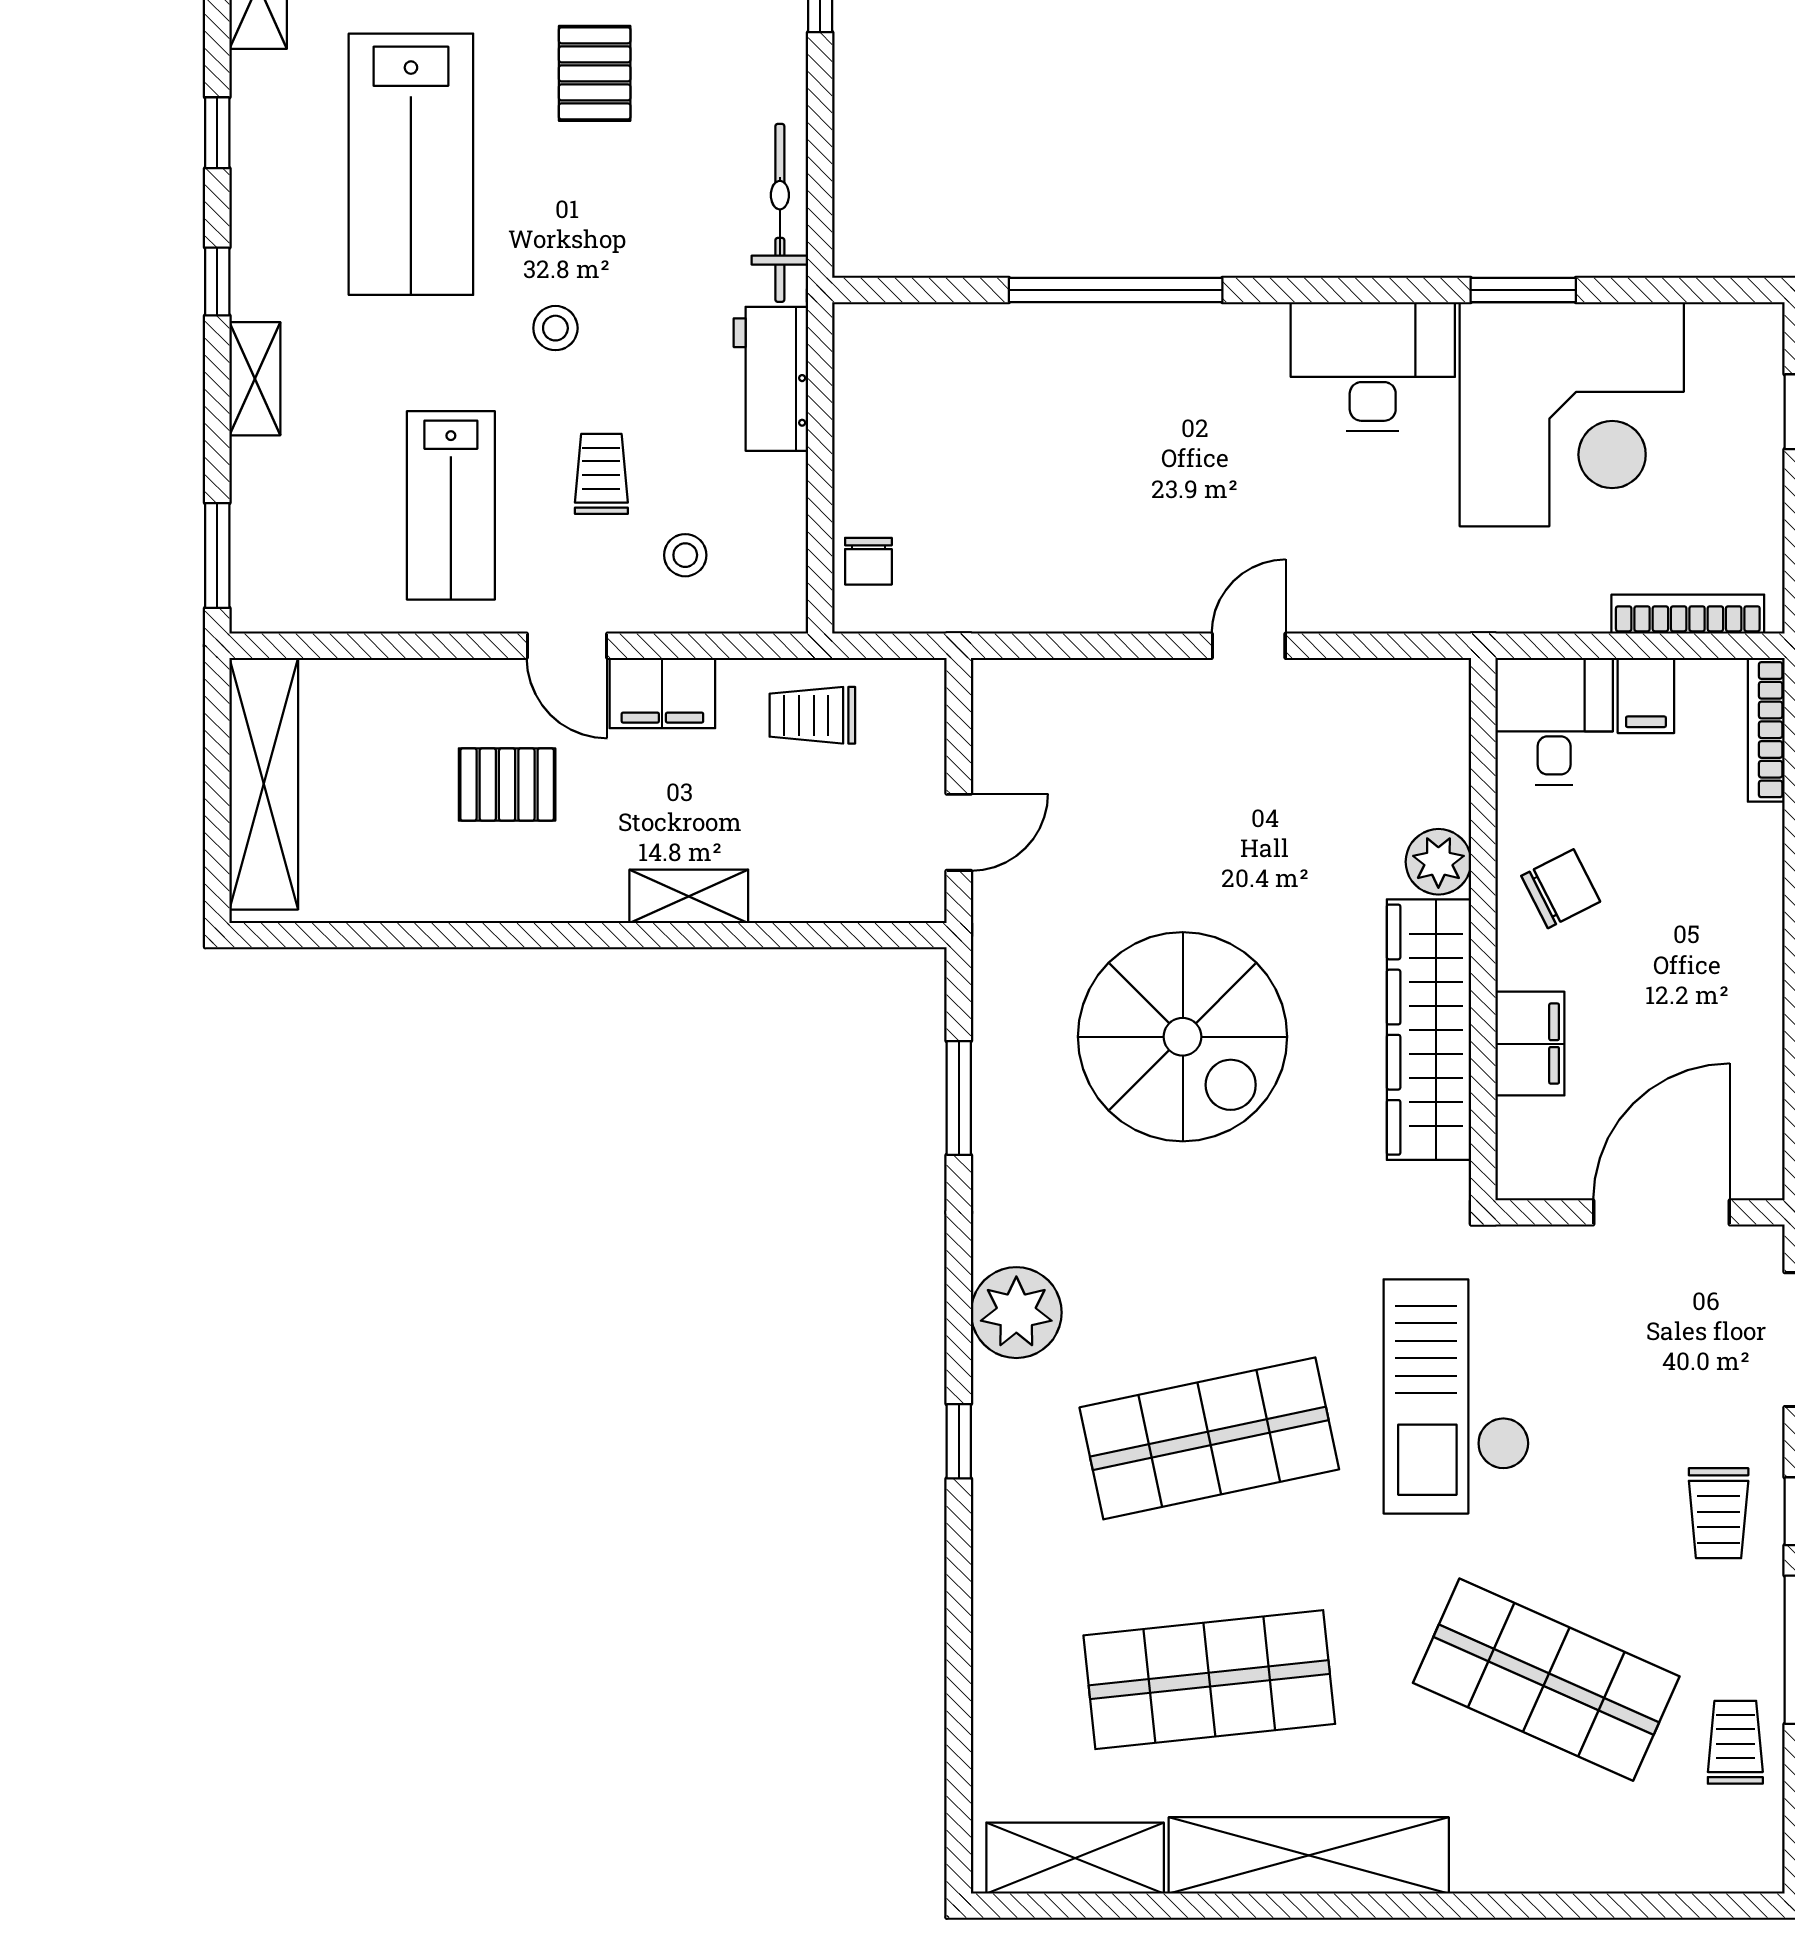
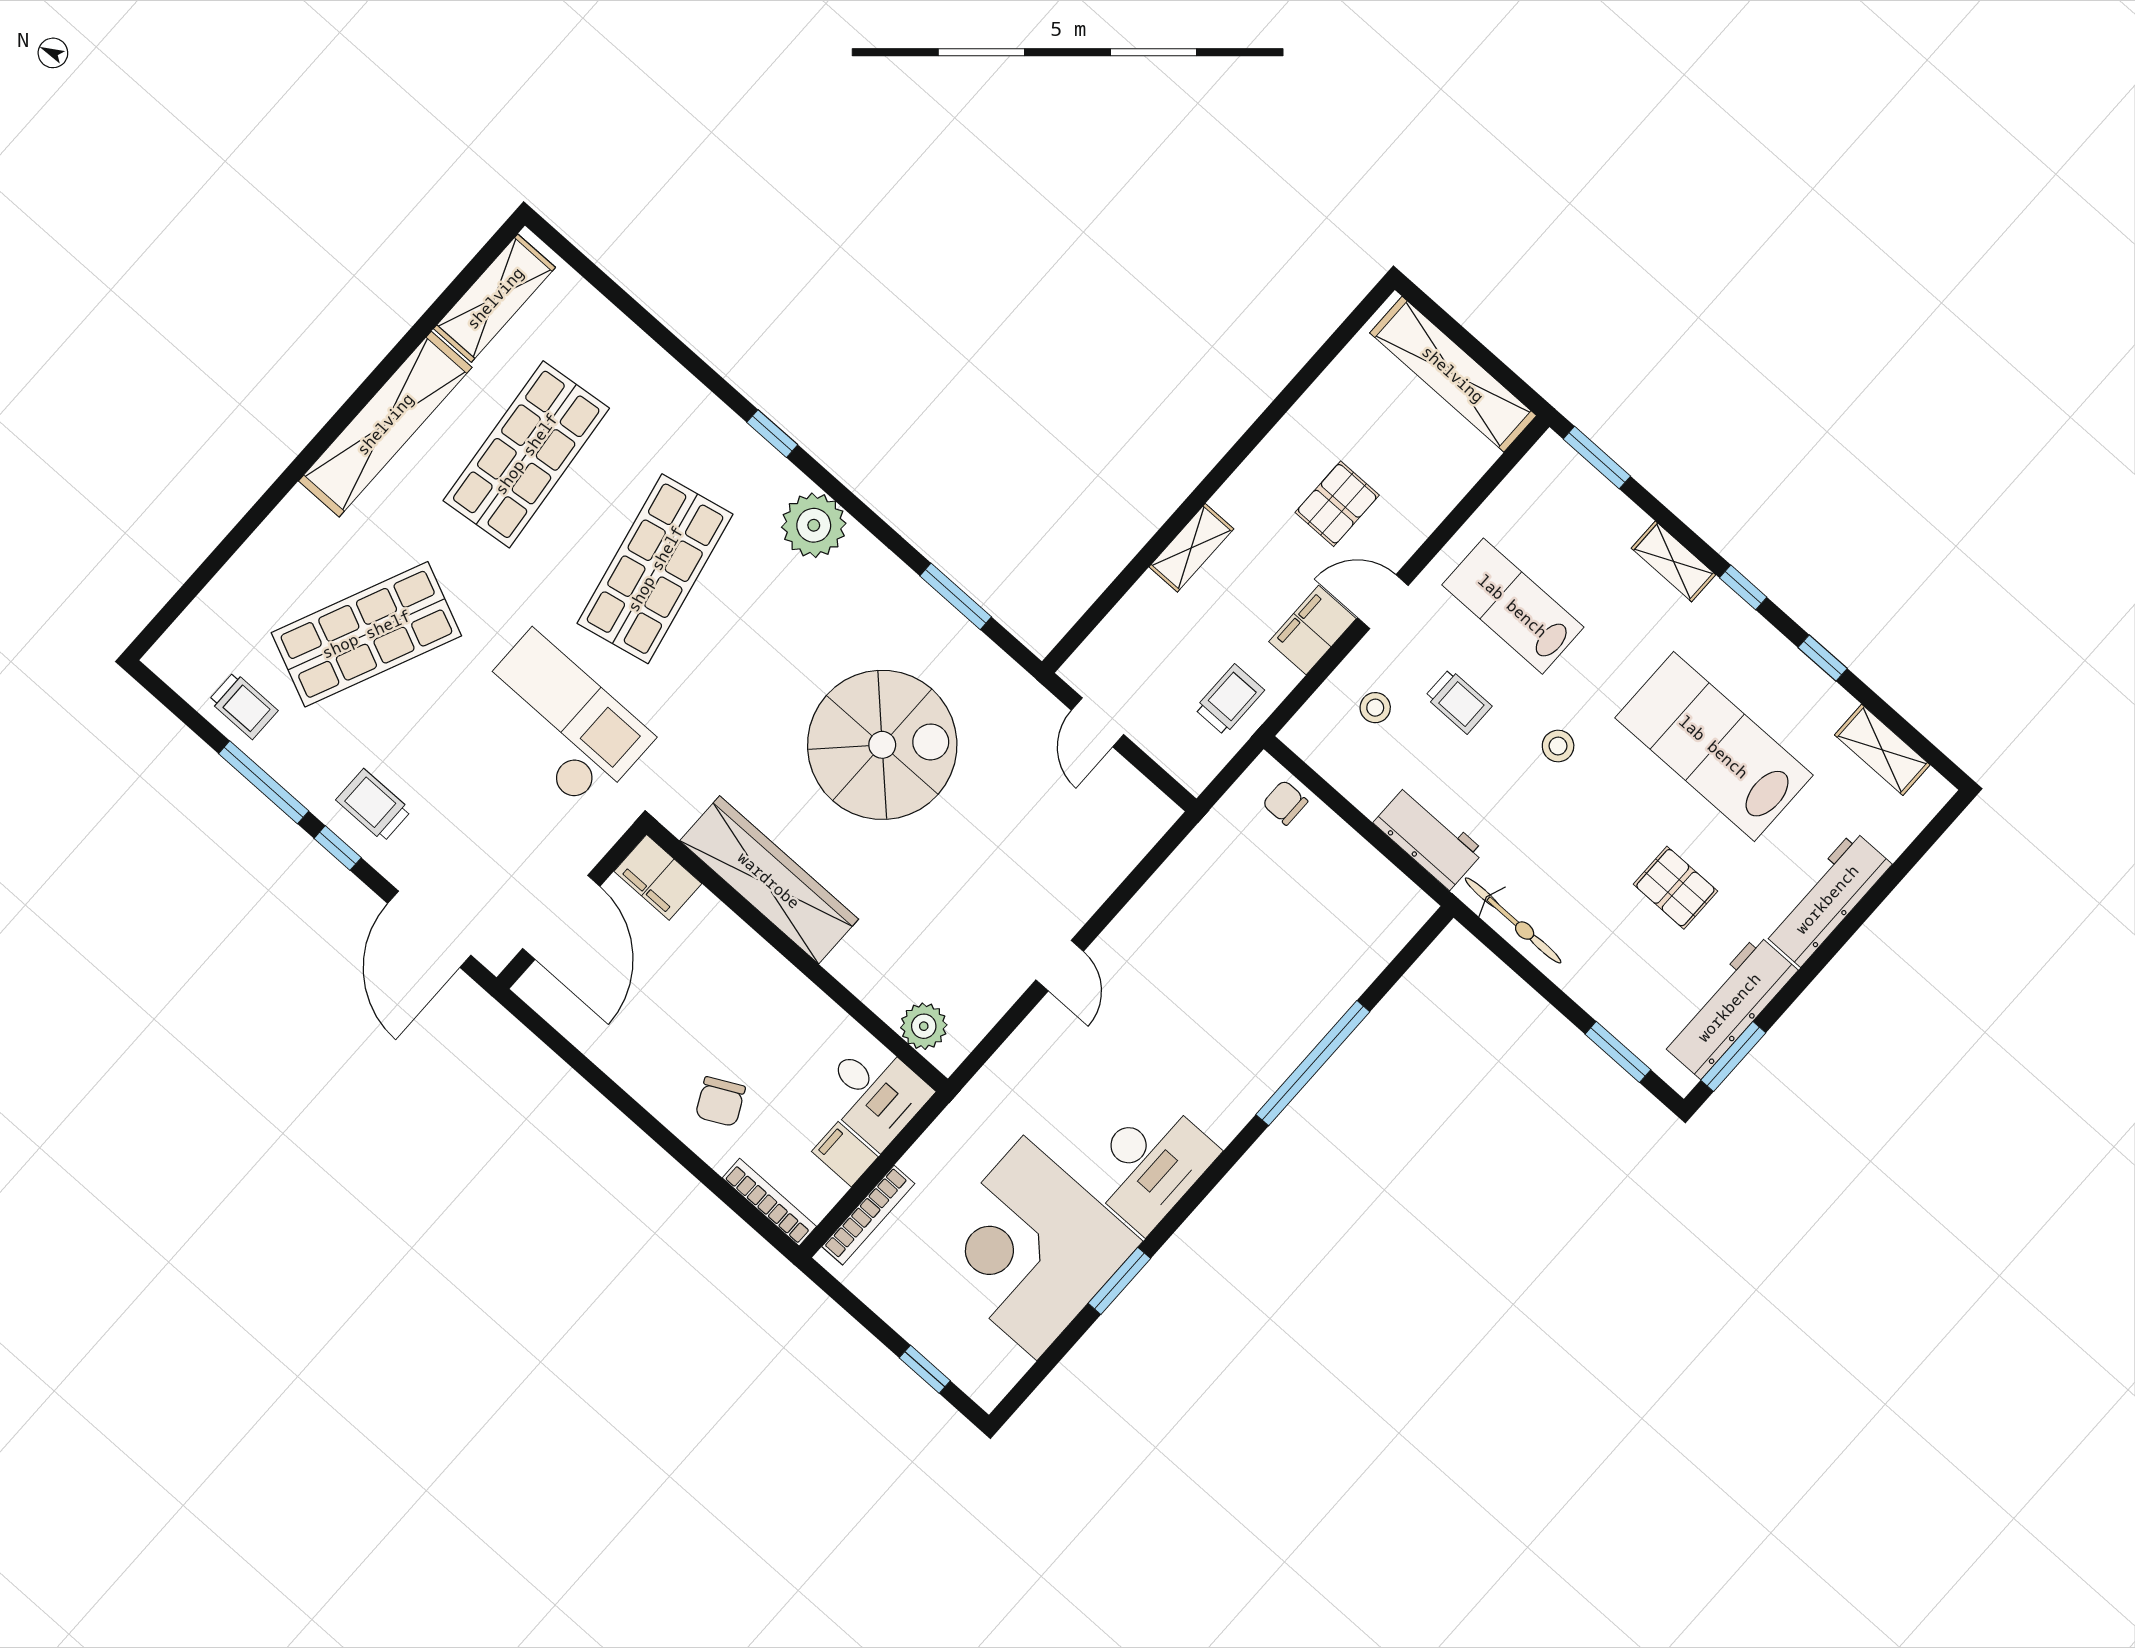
plant: (1438, 862) -> (924, 1026), moved
chair: (1561, 889) -> (720, 1102), moved
spiral stairs: (1183, 1037) -> (882, 745), turned 180
filing cabinet: (1530, 1044) -> (658, 877), moved

